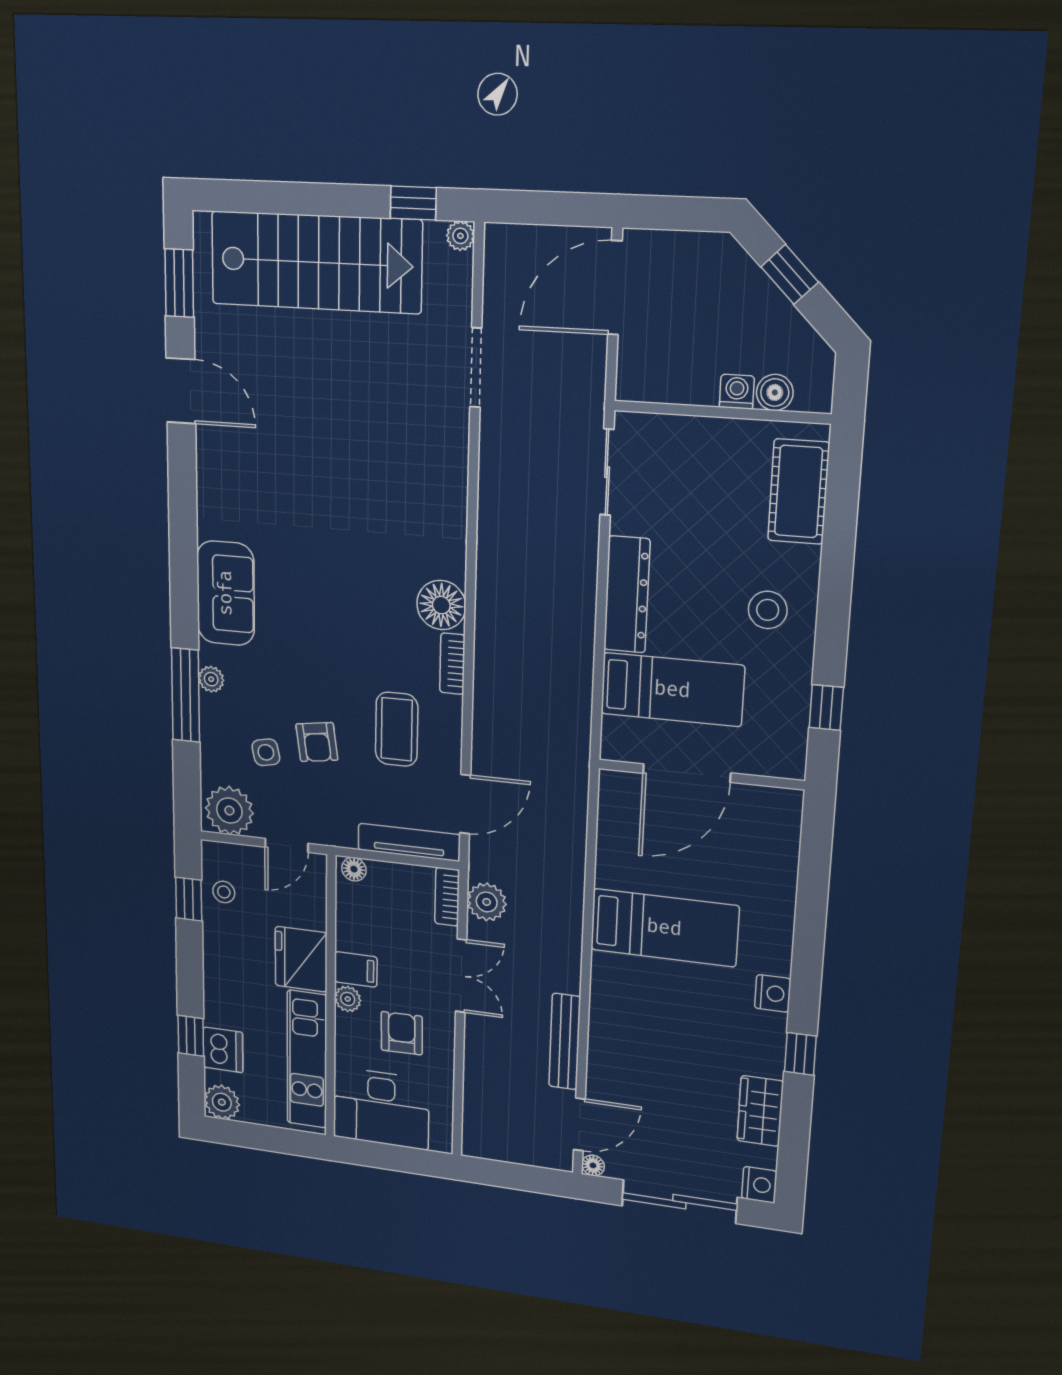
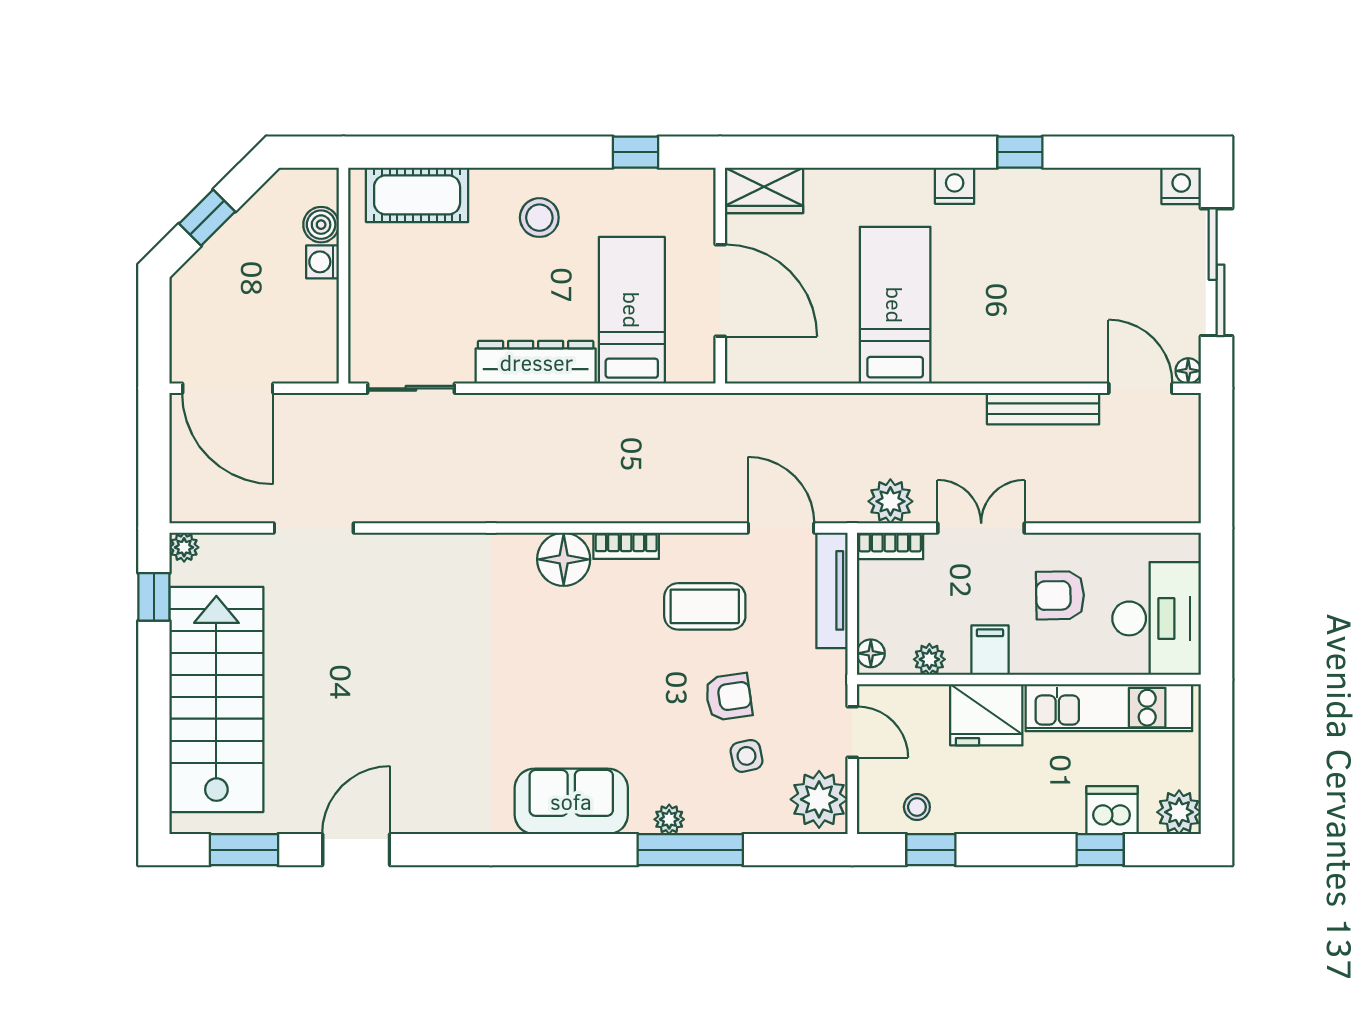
plant: (348, 999) -> (929, 659), moved
wardrobe: (760, 1111) -> (764, 190), moved

